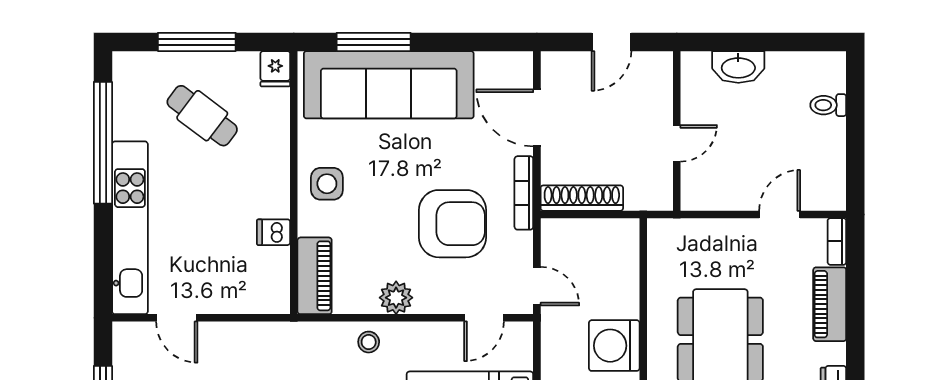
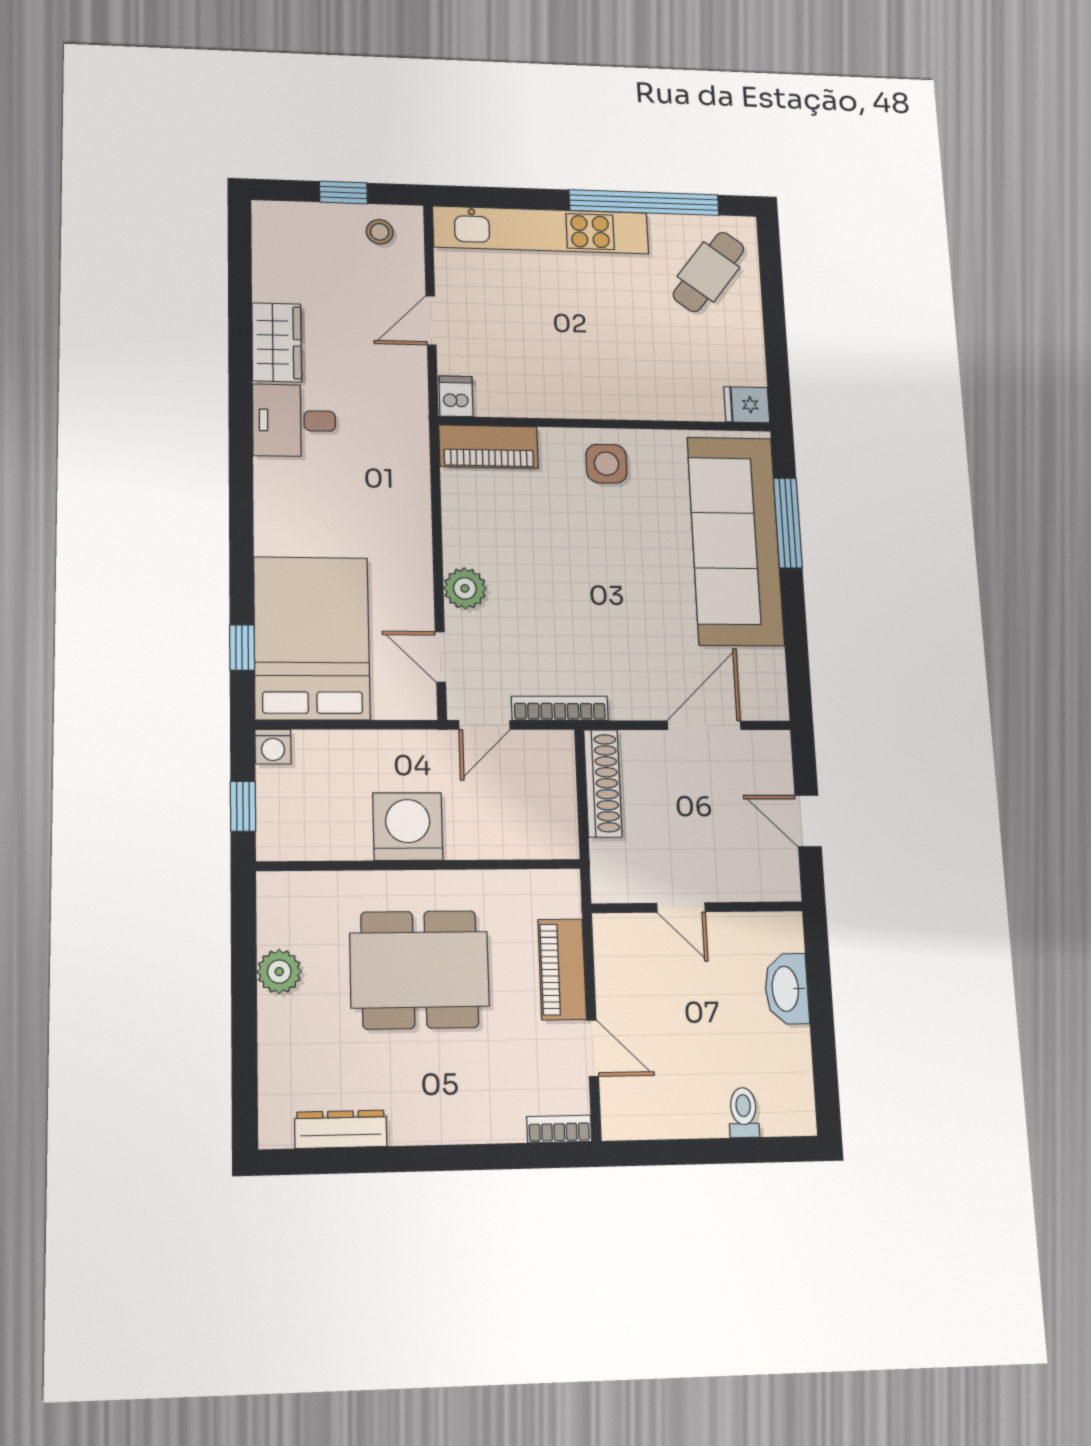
window: (197, 42) -> (774, 314), removed
cafe table: (202, 116) -> (709, 272), moved
bookcase: (524, 193) -> (560, 708), moved
armchair: (453, 224) -> (562, 618), removed
dishwasher: (273, 232) -> (456, 396), moved
plant: (396, 298) -> (465, 588), moved
piano: (830, 304) -> (562, 969), moved, turned -90
door: (177, 318) -> (431, 320), moved
stool: (369, 342) -> (380, 232), moved

